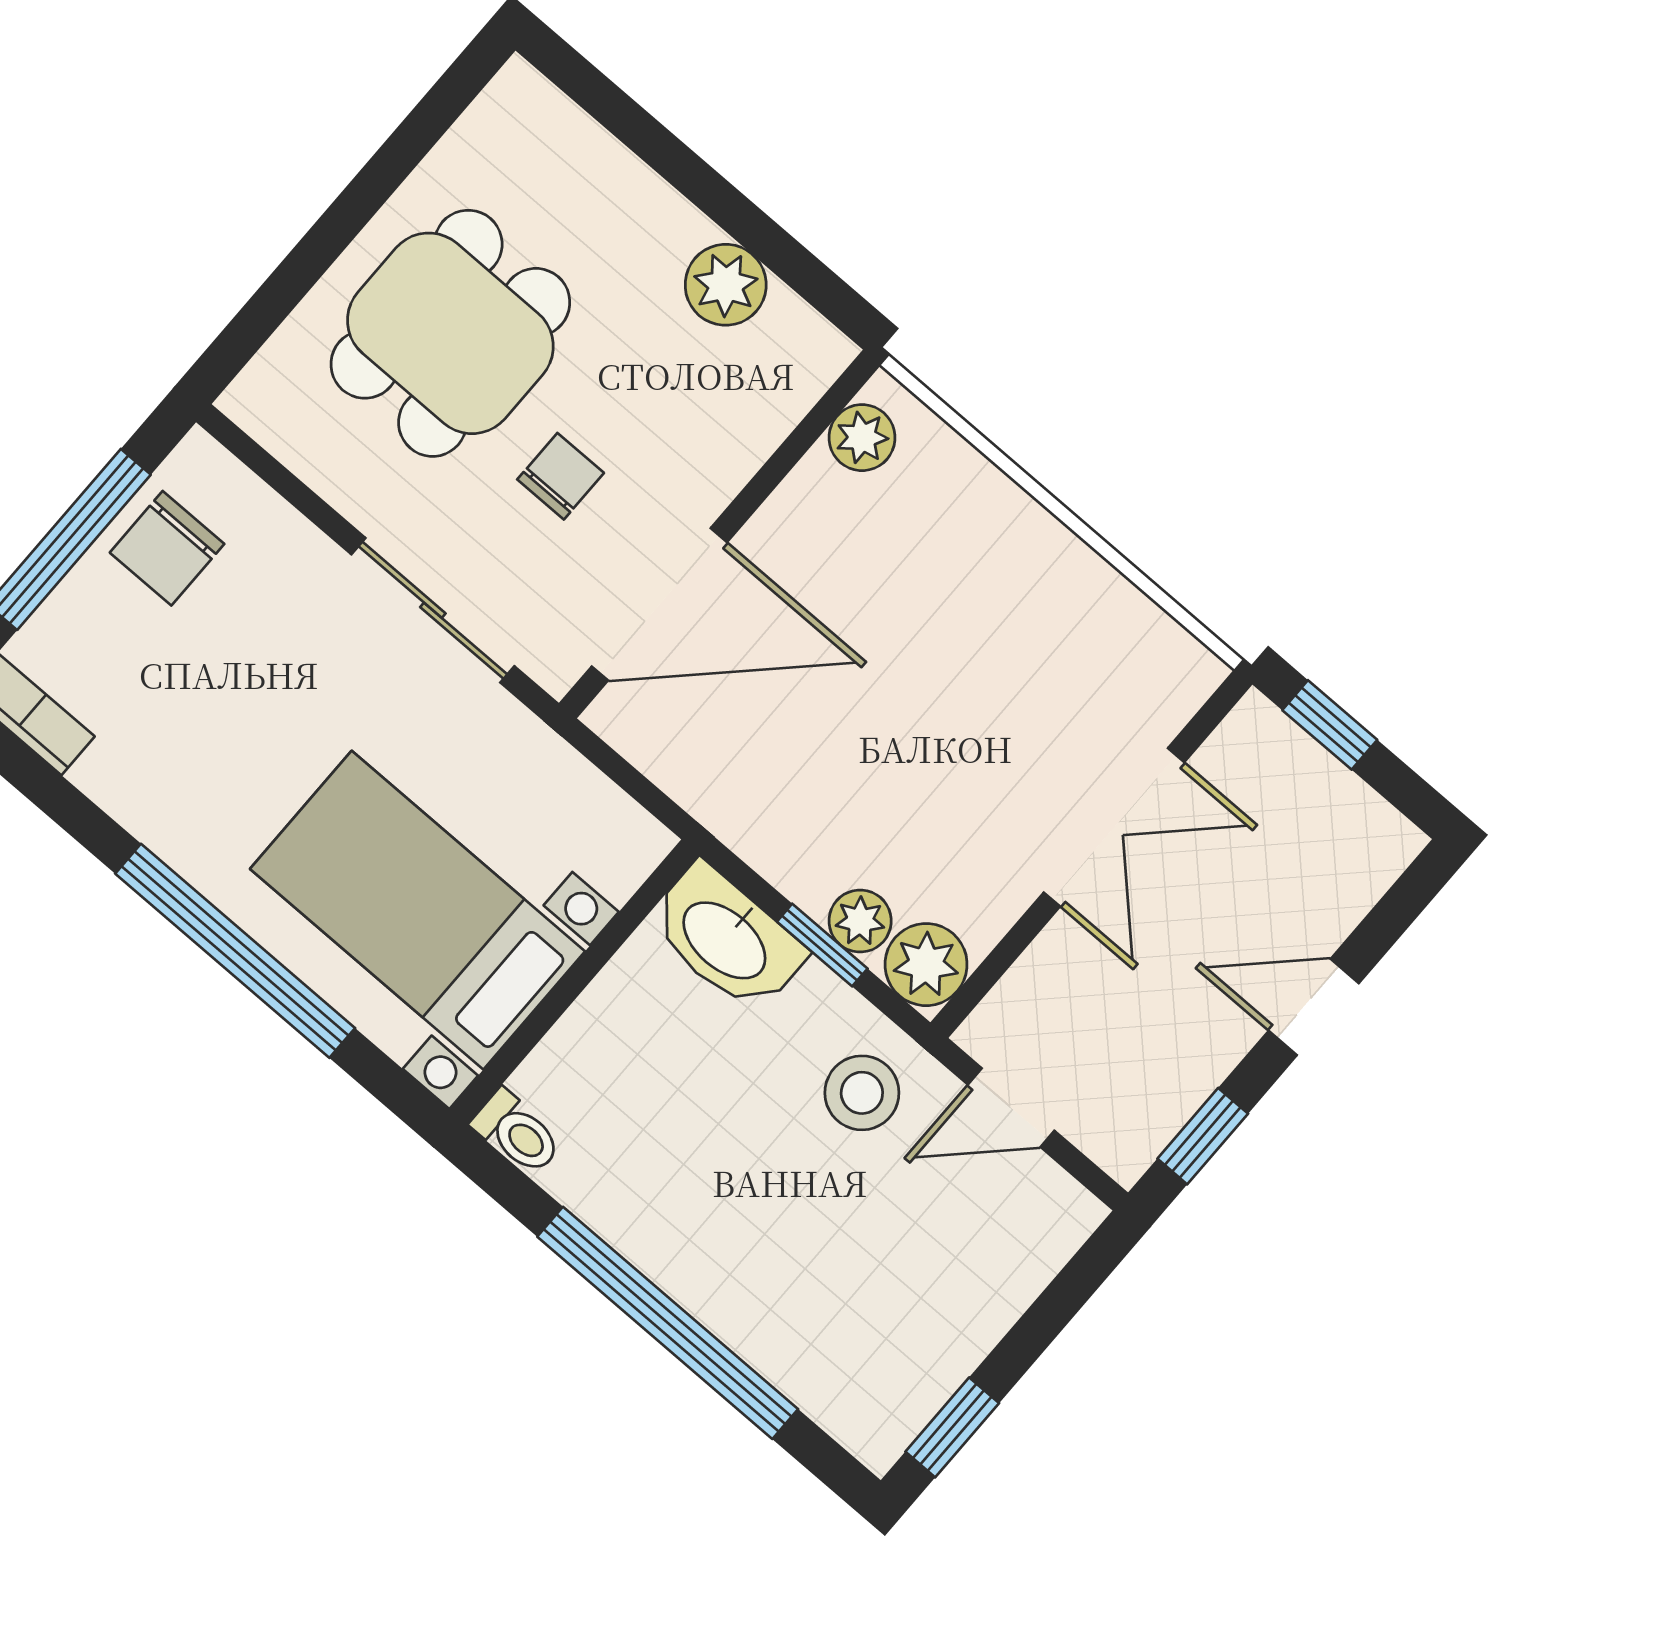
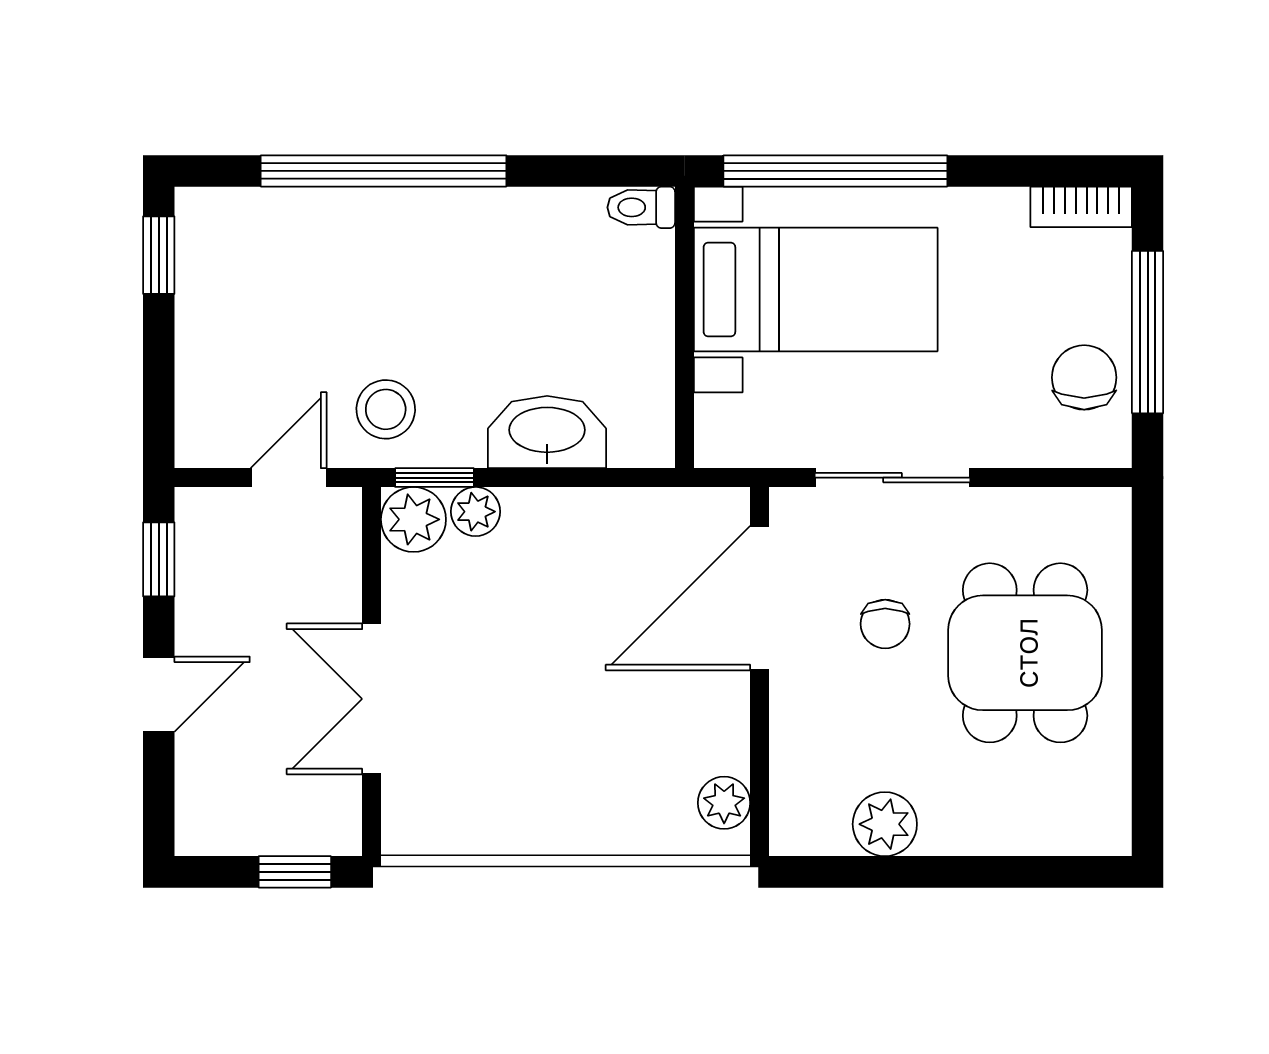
bed with nightstands: (418, 910) -> (816, 290), moved
window: (822, 945) -> (434, 478), moved
wall: (574, 982) -> (684, 327), moved
toilet: (517, 1133) -> (641, 207), moved

